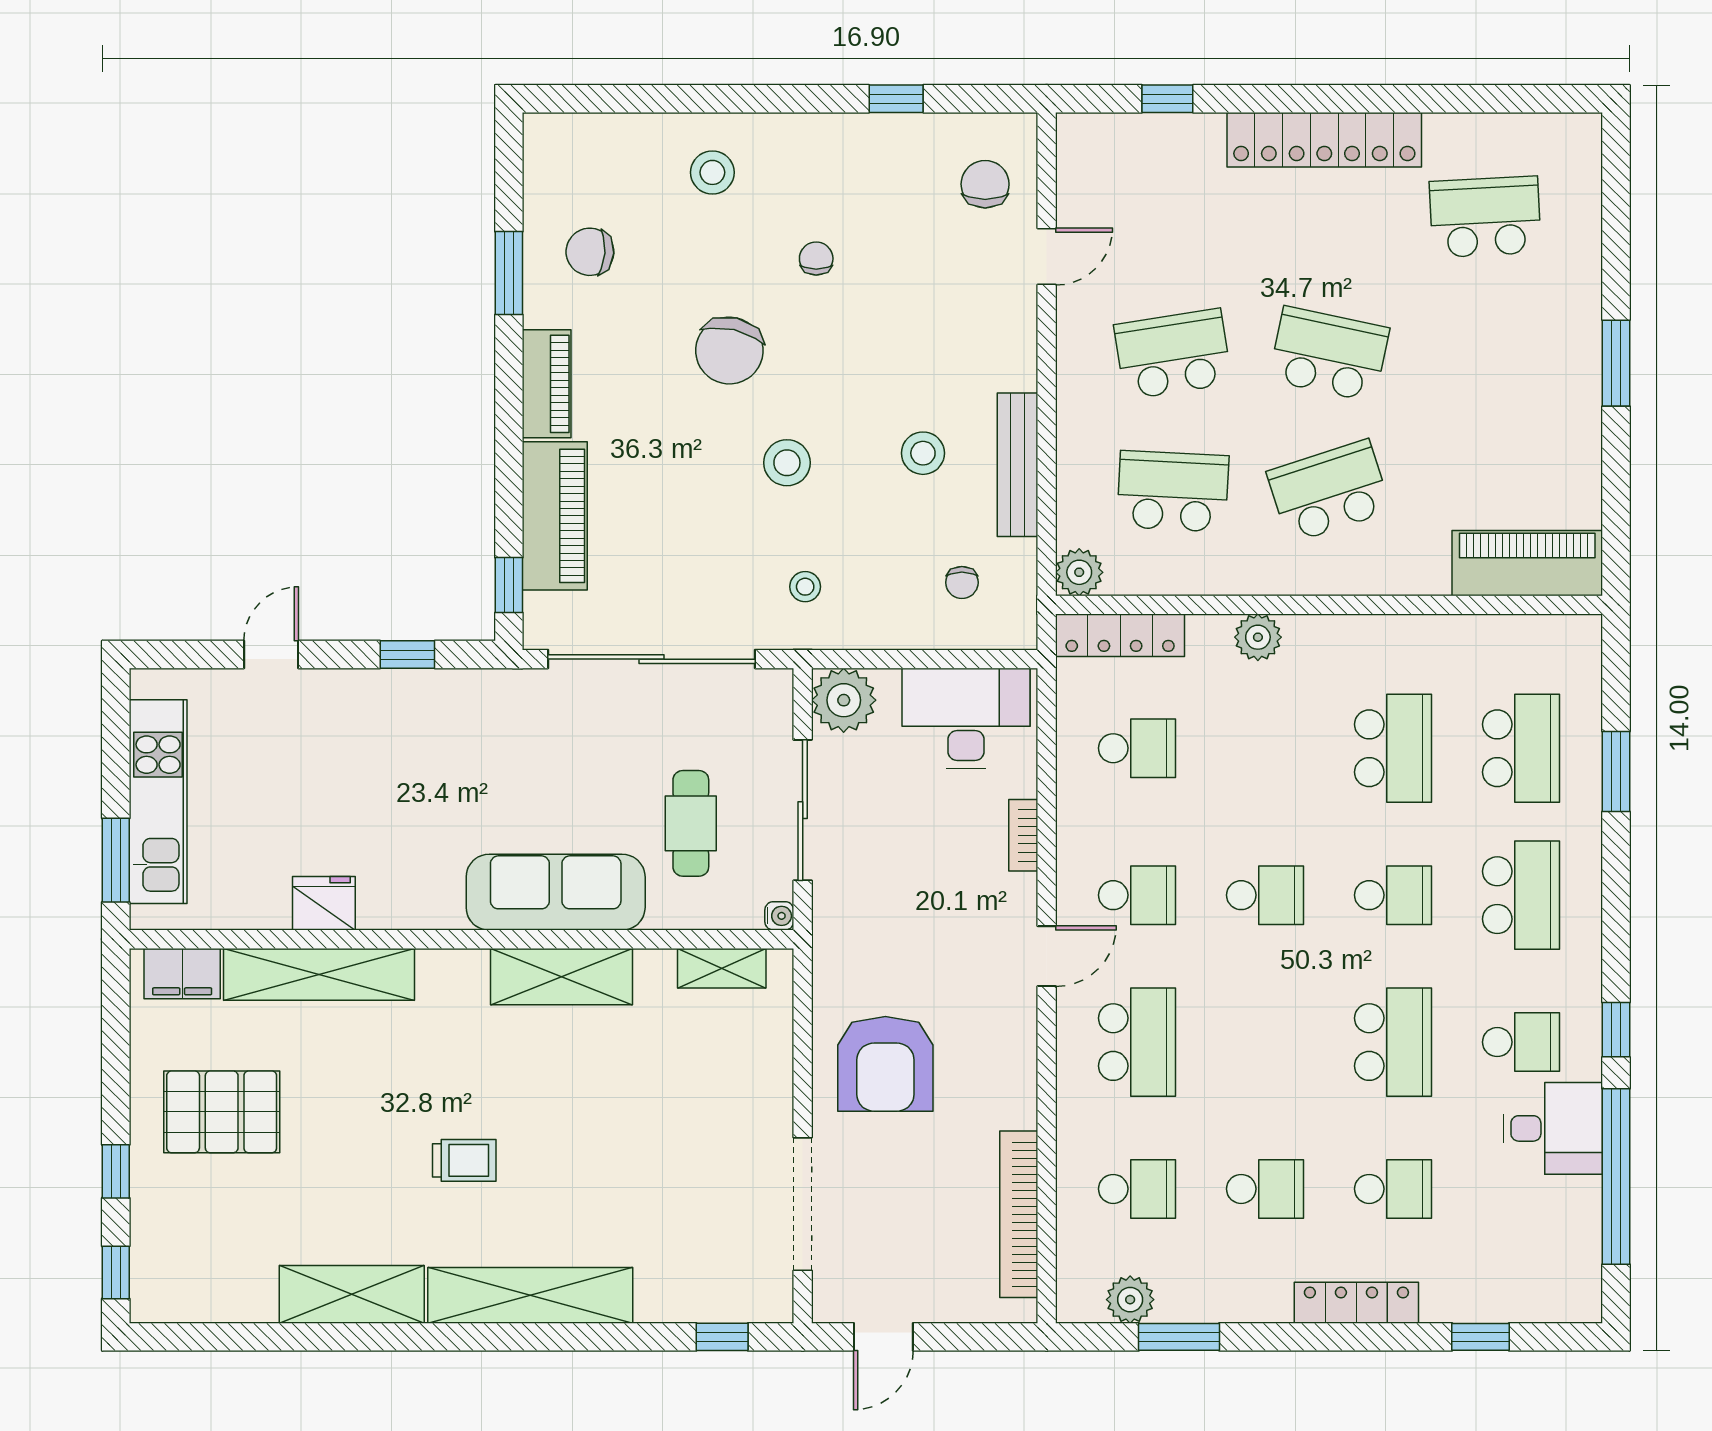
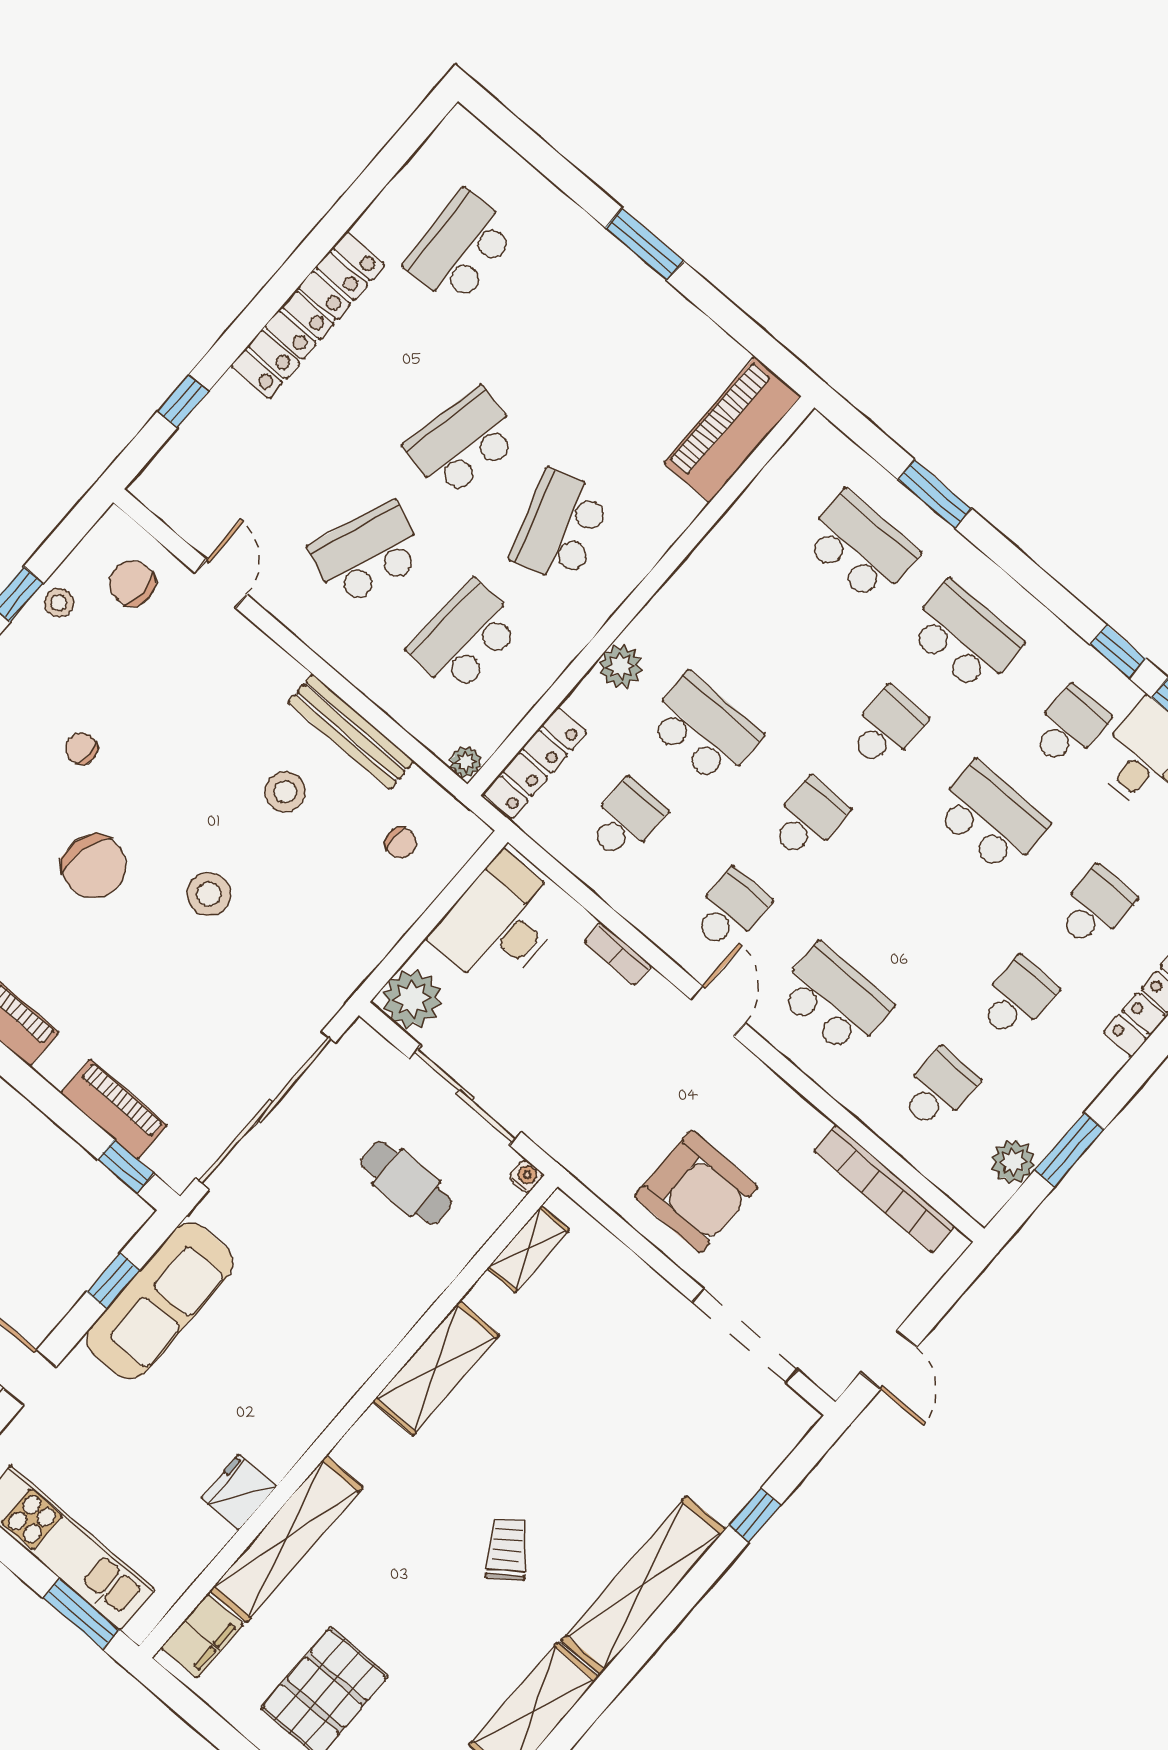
school desk: (1173, 354) -> (367, 554), turned 30
piano: (555, 516) -> (114, 1109), width x0.73, depth x0.75
plant: (1079, 572) -> (466, 762), width x0.73, depth x0.73
stool: (805, 587) -> (59, 603), moved
school desk: (1393, 748) -> (704, 729), moved
sofa: (556, 892) -> (160, 1301), moved, turned 180
trolley: (464, 1160) -> (507, 1550), turned -36
window: (722, 1337) -> (755, 1515), moved

